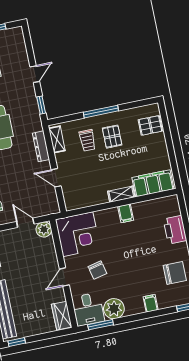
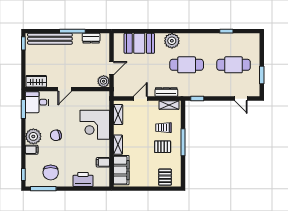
door: (35, 74) -> (241, 99), moved
shelving: (83, 202) -> (118, 115), added
filing cabinet: (126, 213) -> (103, 162), moved
corner desk: (78, 234) -> (95, 125), moved
chair: (97, 270) -> (56, 135), moved
door: (64, 277) -> (65, 89), swing flipped
plant: (114, 309) -> (33, 136), moved

